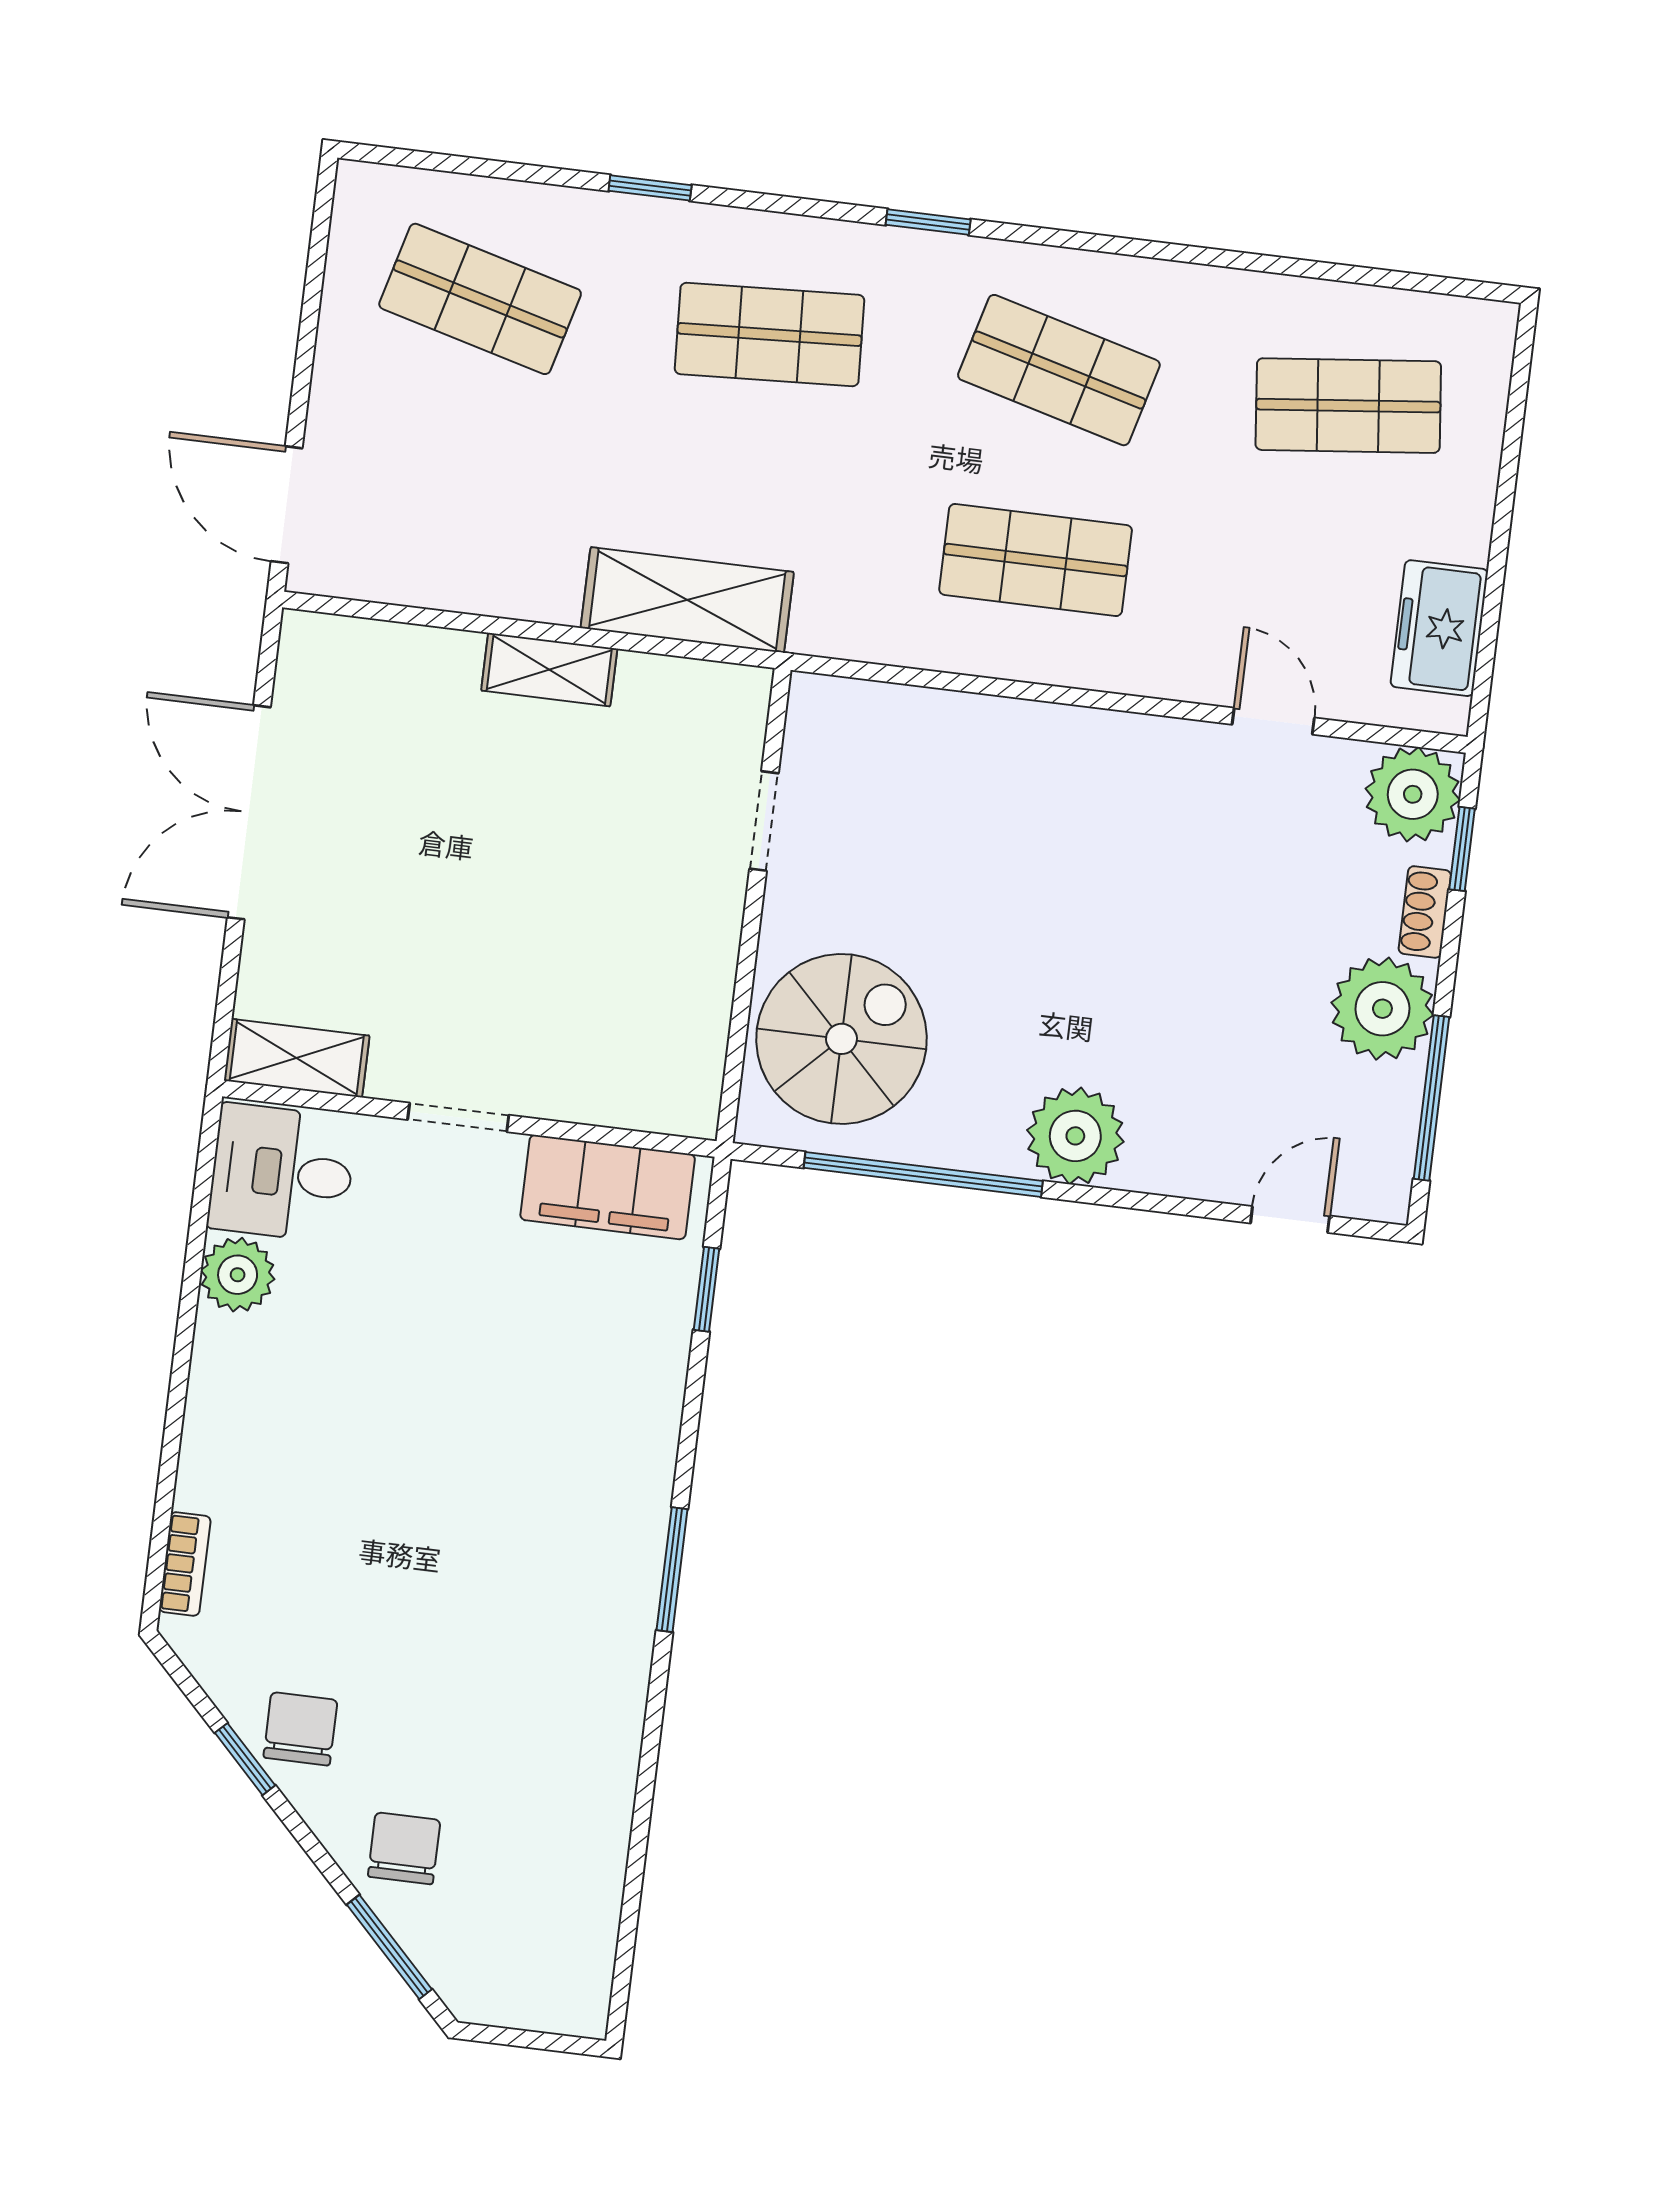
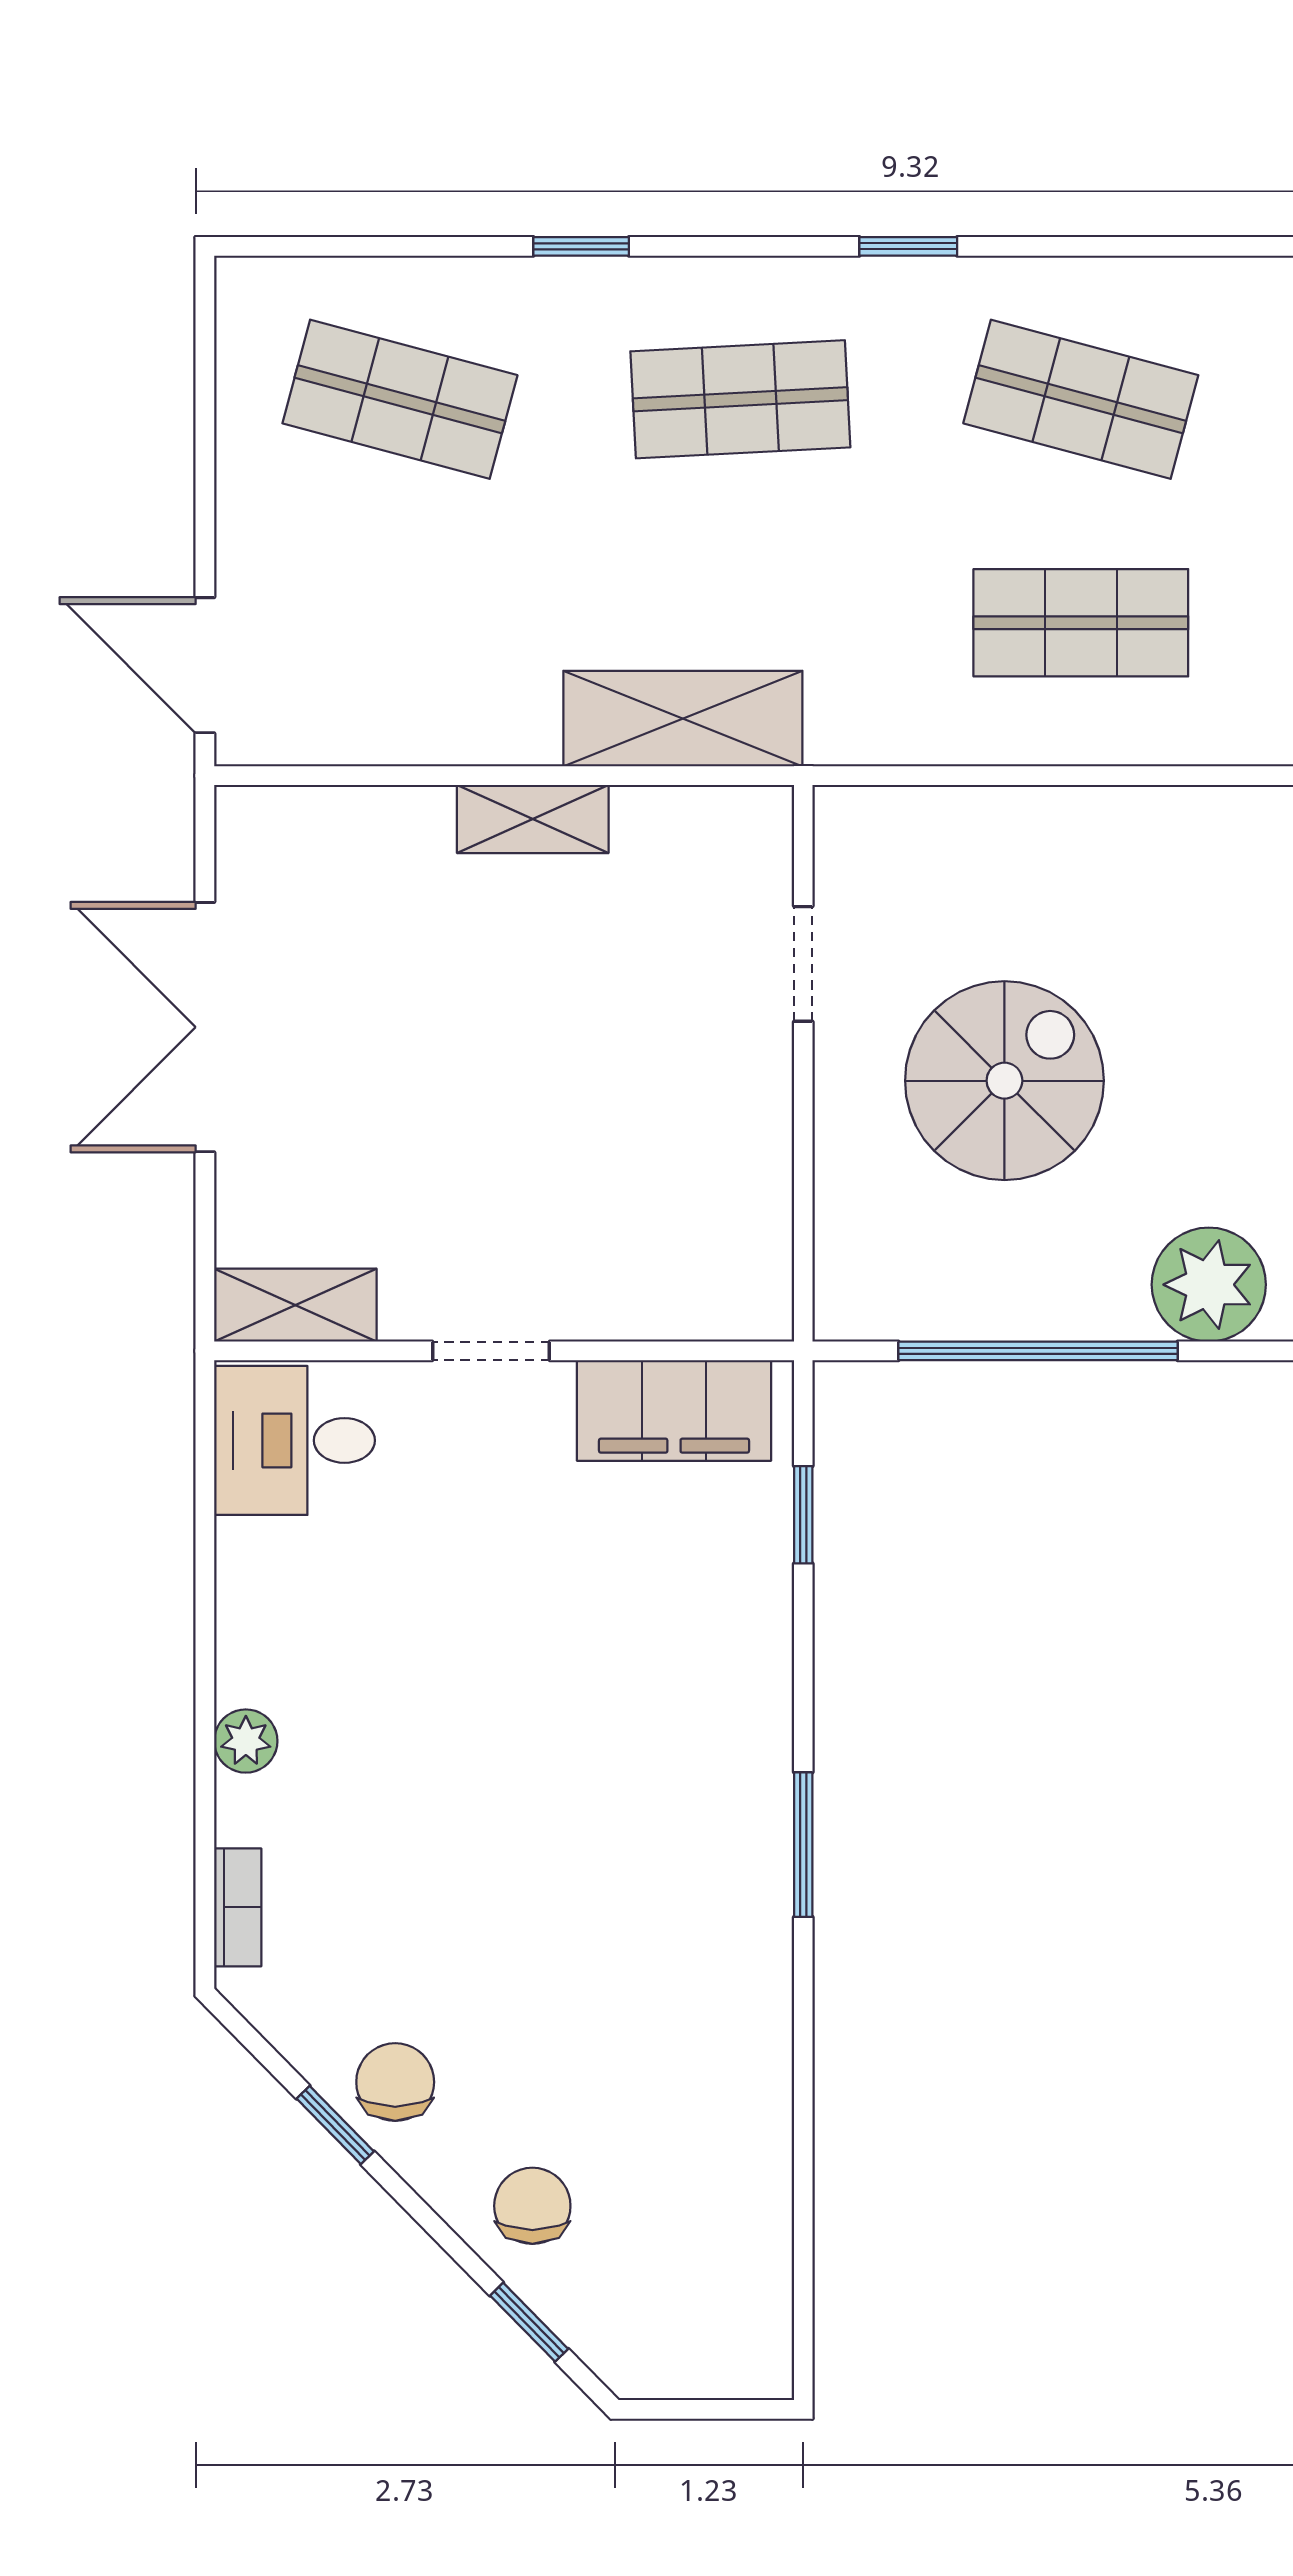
spiral stairs: (841, 1039) -> (1004, 1081), moved
plant: (238, 1275) -> (246, 1741), moved, width x0.73, depth x0.73
window: (389, 1947) -> (529, 2322), width x0.67

